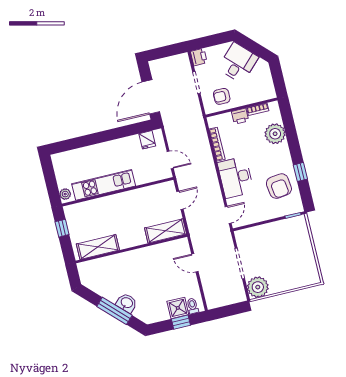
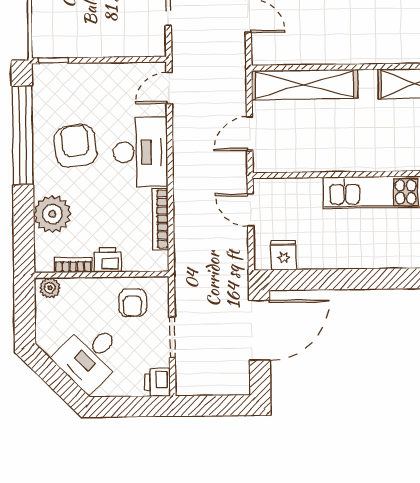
plant: (267, 94) -> (50, 288), added
armchair: (222, 96) -> (133, 303), turned 90
window: (300, 172) -> (23, 135), width x3.17
armchair: (279, 186) -> (76, 146), moved
shelving: (166, 231) -> (305, 85), width x1.47

